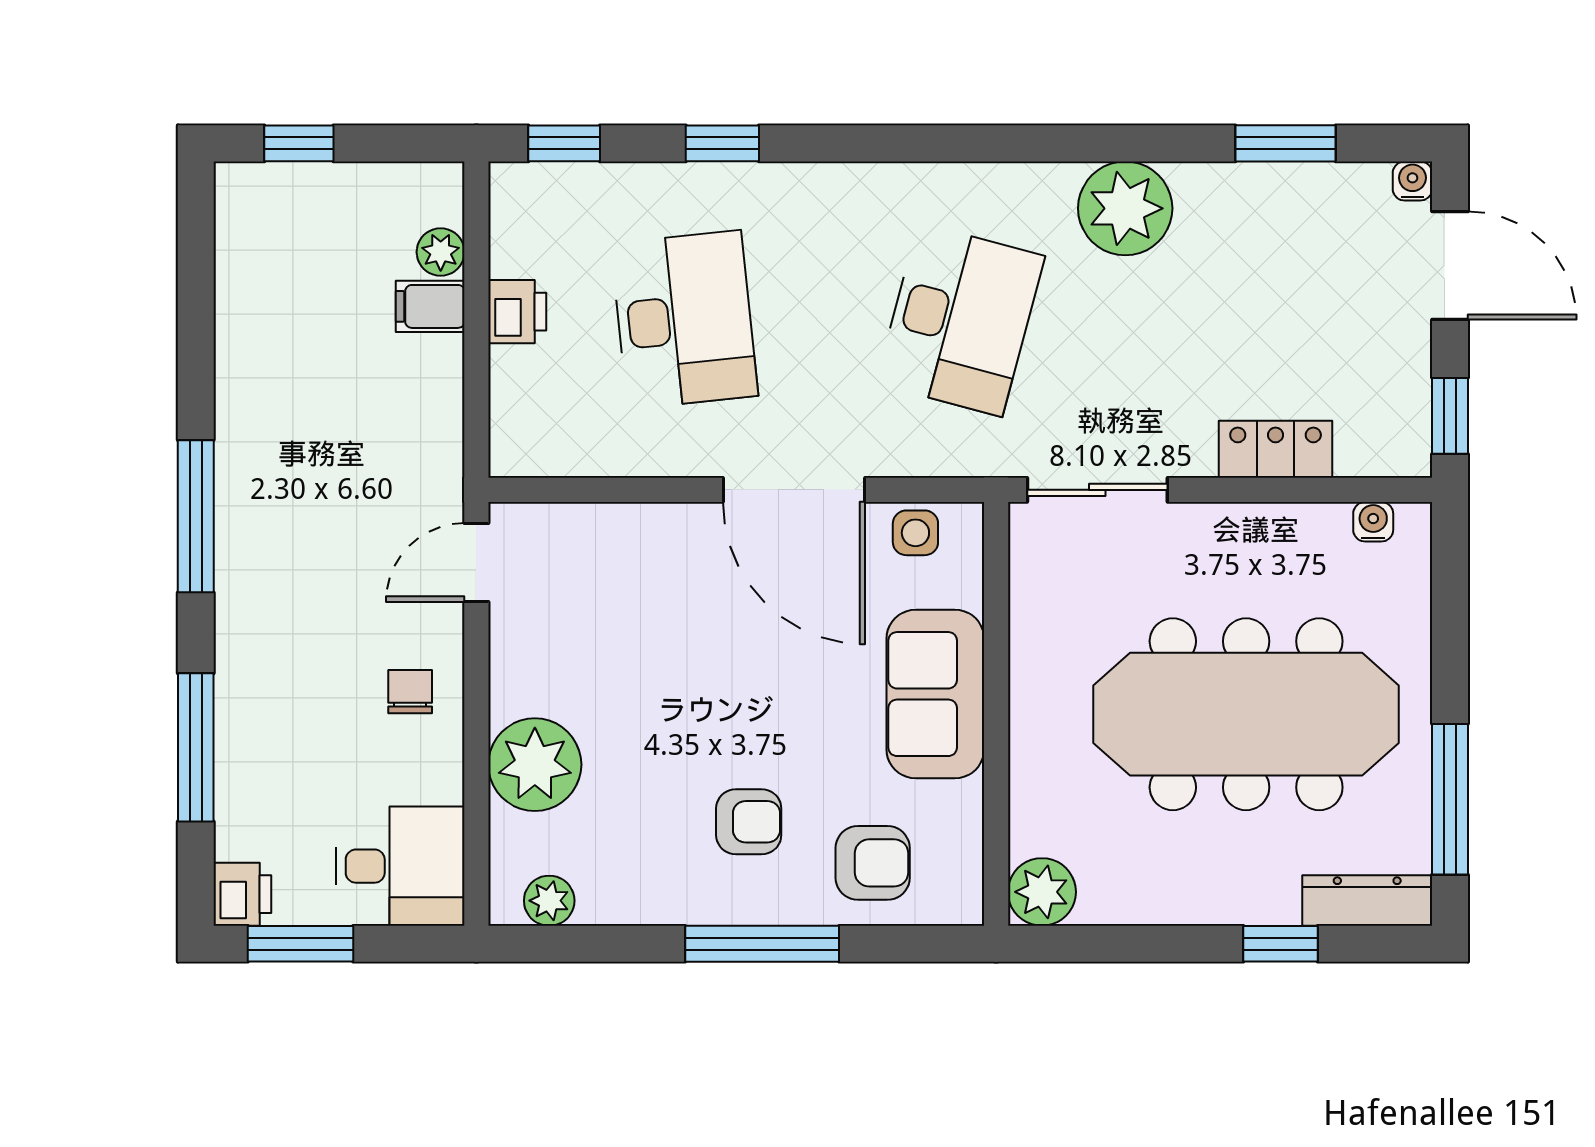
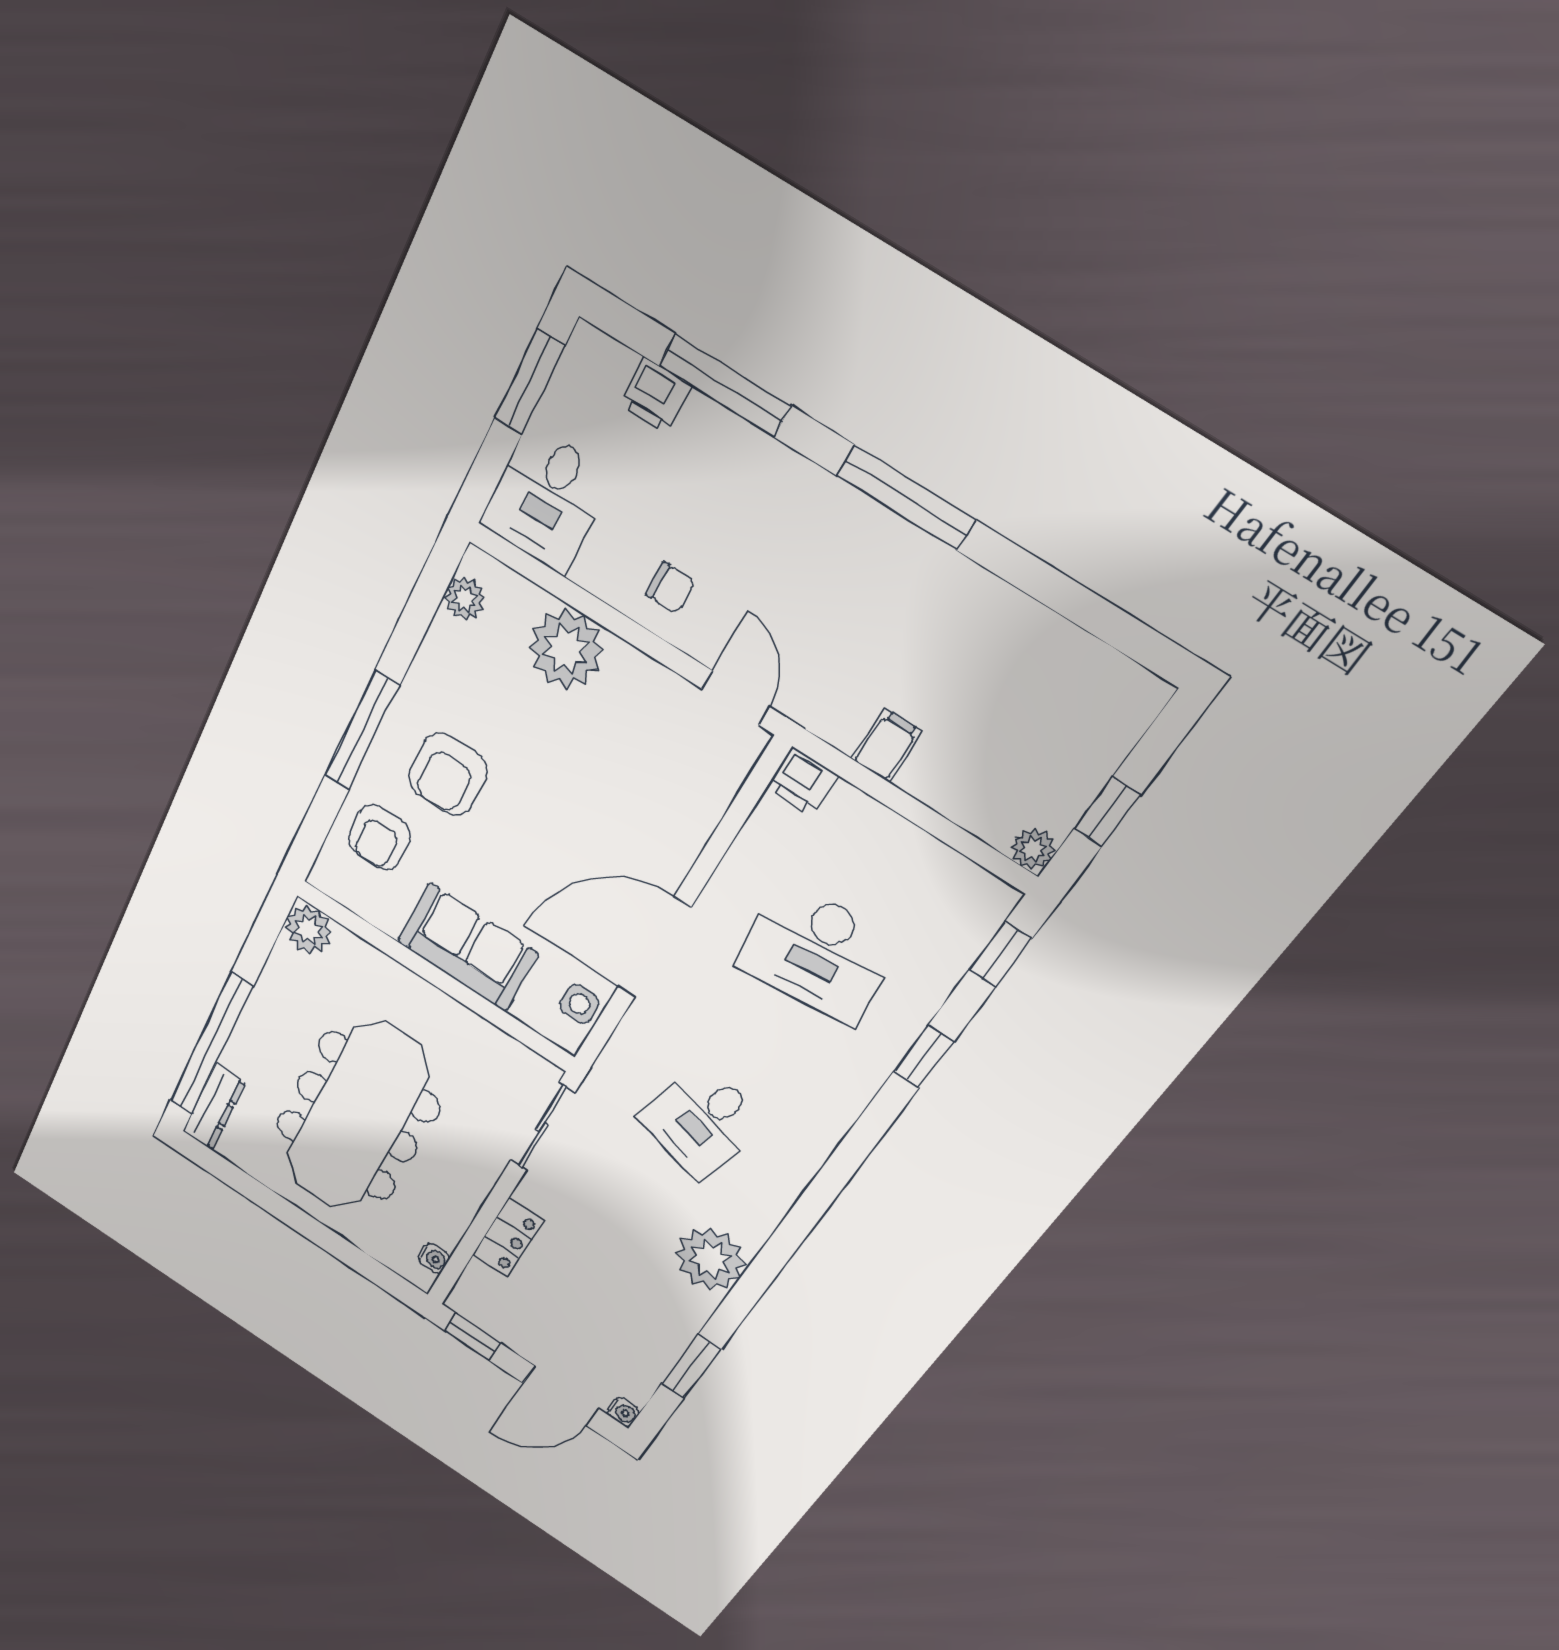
window: (299, 143) -> (1107, 812), moved
plant: (441, 252) -> (1033, 849), moved
filing cabinet: (430, 306) -> (887, 745), moved
printer: (517, 312) -> (802, 781), moved
desk: (960, 320) -> (702, 1121), width x0.73
window: (1450, 799) -> (251, 1188), removed
armchair: (749, 822) -> (448, 774), width x1.38, depth x1.38
printer: (242, 894) -> (655, 396), moved
window: (1280, 944) -> (211, 1044), width x3.17

